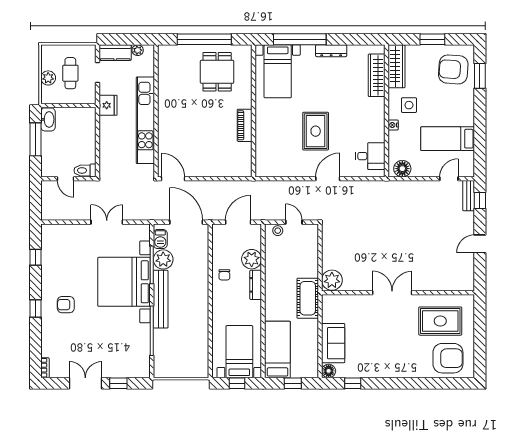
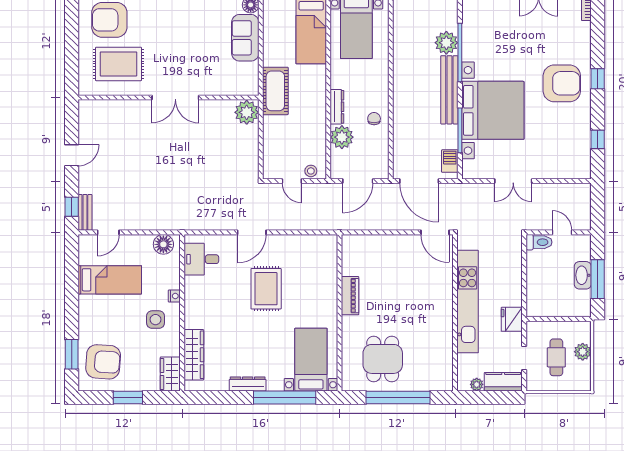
wardrobe: (397, 66) -> (170, 374), width x0.67
washbasin: (48, 119) -> (583, 275), moved
plant: (163, 259) -> (446, 43), moved
armchair: (66, 305) -> (562, 83), width x1.88, depth x1.88

